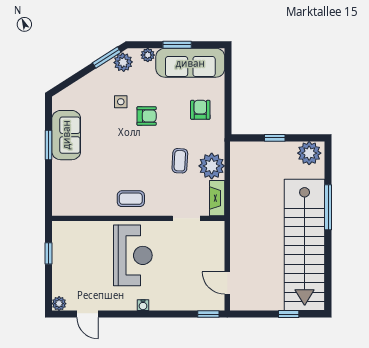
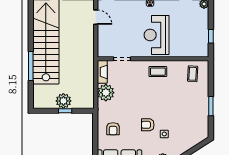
sofa: (66, 135) -> (199, 112), removed
plant: (309, 153) -> (63, 101), moved
coffee table: (180, 161) -> (193, 74), moved

